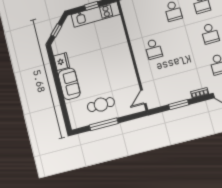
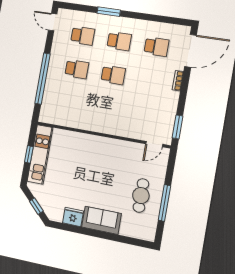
school desk: (153, 49) -> (113, 75), moved
door: (143, 97) -> (154, 144), hinge flipped
window: (179, 105) -> (177, 127), moved

